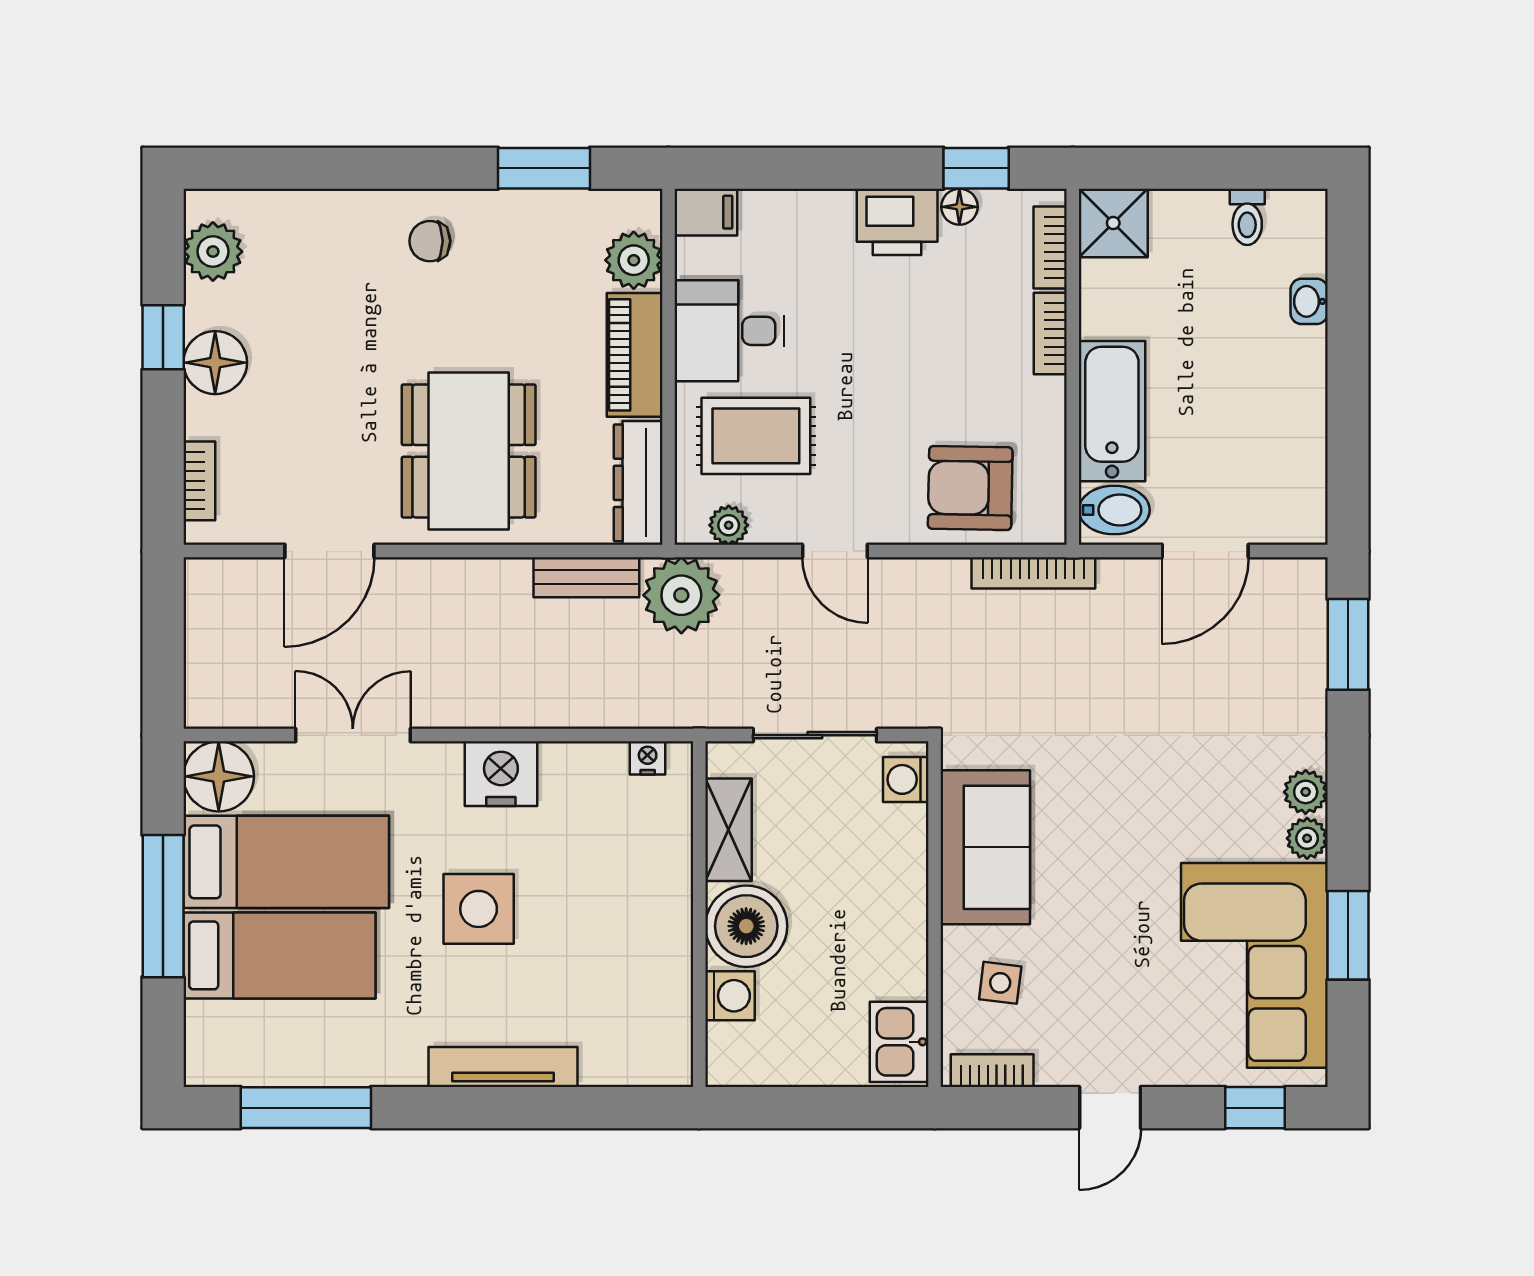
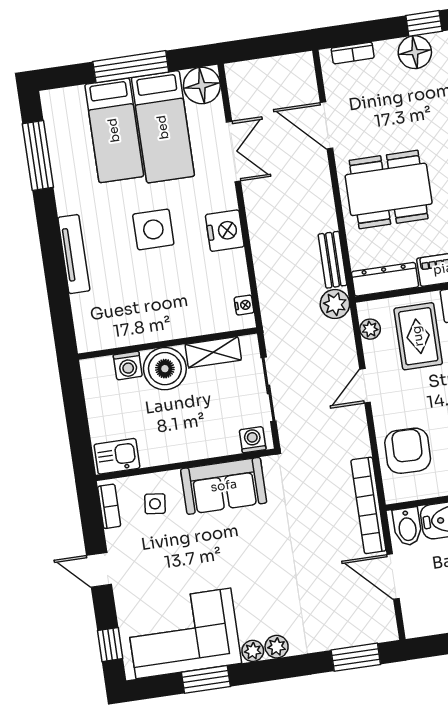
bookcase: (1033, 573) -> (368, 505), width x1.48, depth x1.31
plant: (681, 595) -> (335, 304), width x0.73, depth x0.73

